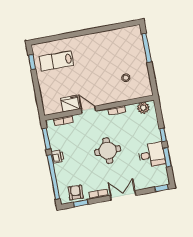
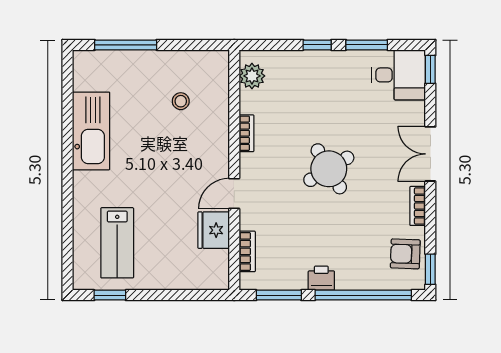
kitchen sink: (105, 40) -> (91, 131), added
round table: (108, 151) -> (329, 169), turned -31
desk: (152, 155) -> (399, 75), moved, turned 90
window: (81, 203) -> (430, 269), moved

